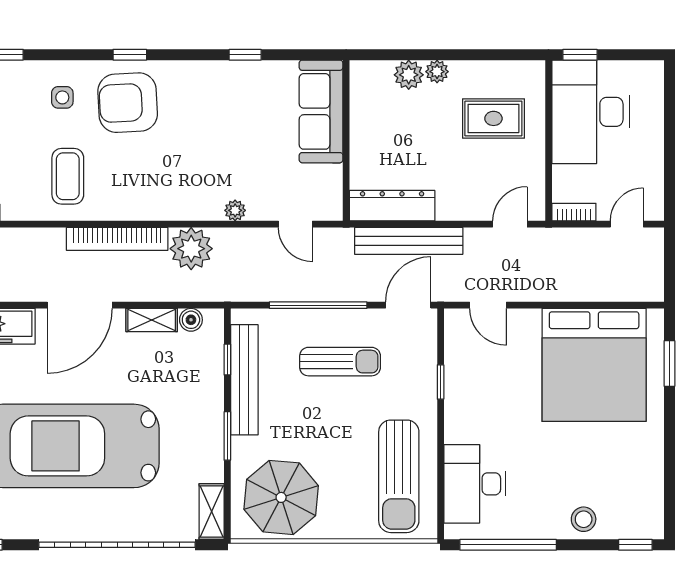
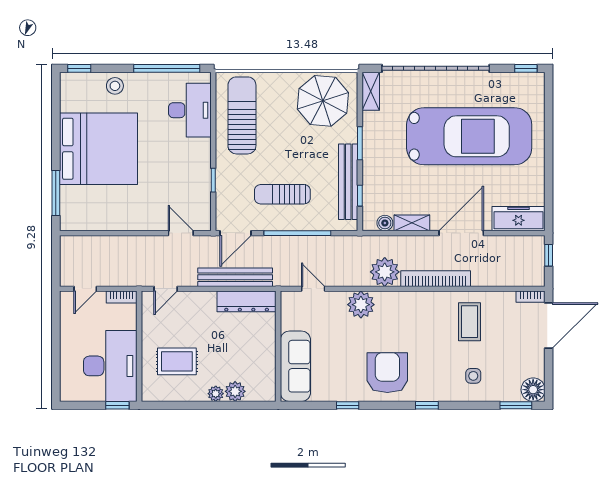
armchair: (128, 103) -> (387, 373), moved, turned -87
plant: (235, 210) -> (361, 305), width x1.87, depth x1.87
window: (669, 363) -> (56, 193), width x1.44
bed: (594, 365) -> (99, 149), moved, turned 90

